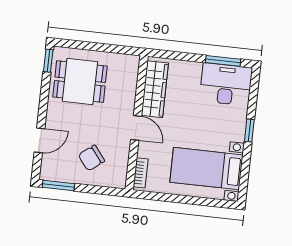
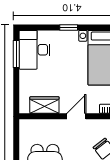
wardrobe: (155, 89) -> (44, 105), width x0.67

